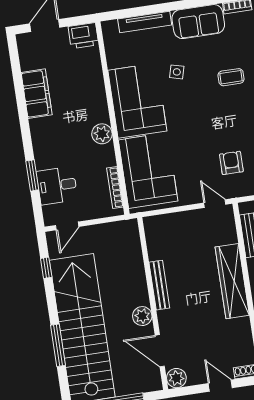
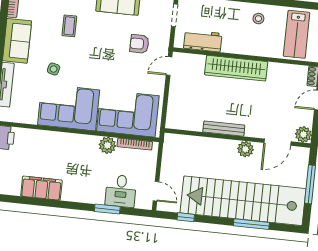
plant: (102, 134) -> (107, 145), moved

